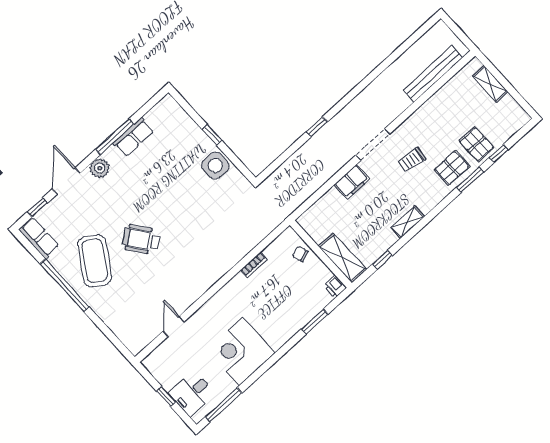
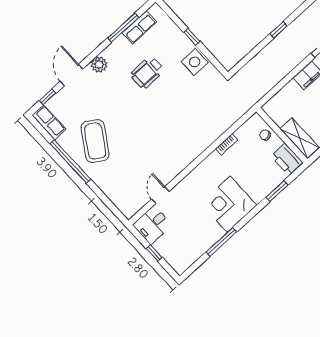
window: (115, 137) -> (123, 28), moved
row of seats: (133, 137) -> (139, 27), moved
wheelchair: (141, 240) -> (147, 73), moved, turned -53
printer: (335, 287) -> (287, 159), width x1.87, depth x1.48
corner desk: (241, 351) -> (229, 204), moved
desk: (192, 393) -> (152, 225), moved
window: (223, 405) -> (221, 242), moved

